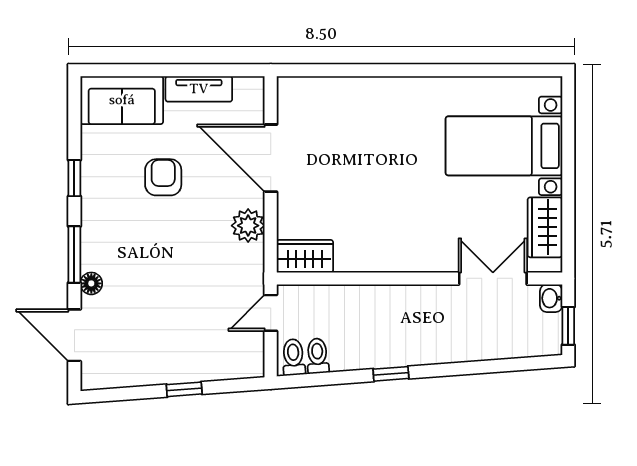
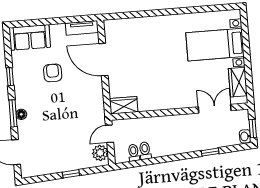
tv unit: (199, 89) -> (82, 28), moved
plant: (248, 226) -> (100, 153), moved
floor lamp: (91, 283) -> (21, 114), moved
washbasin: (551, 298) -> (245, 136), moved
toilet: (293, 357) -> (145, 151), moved
window: (391, 374) -> (210, 152), moved

